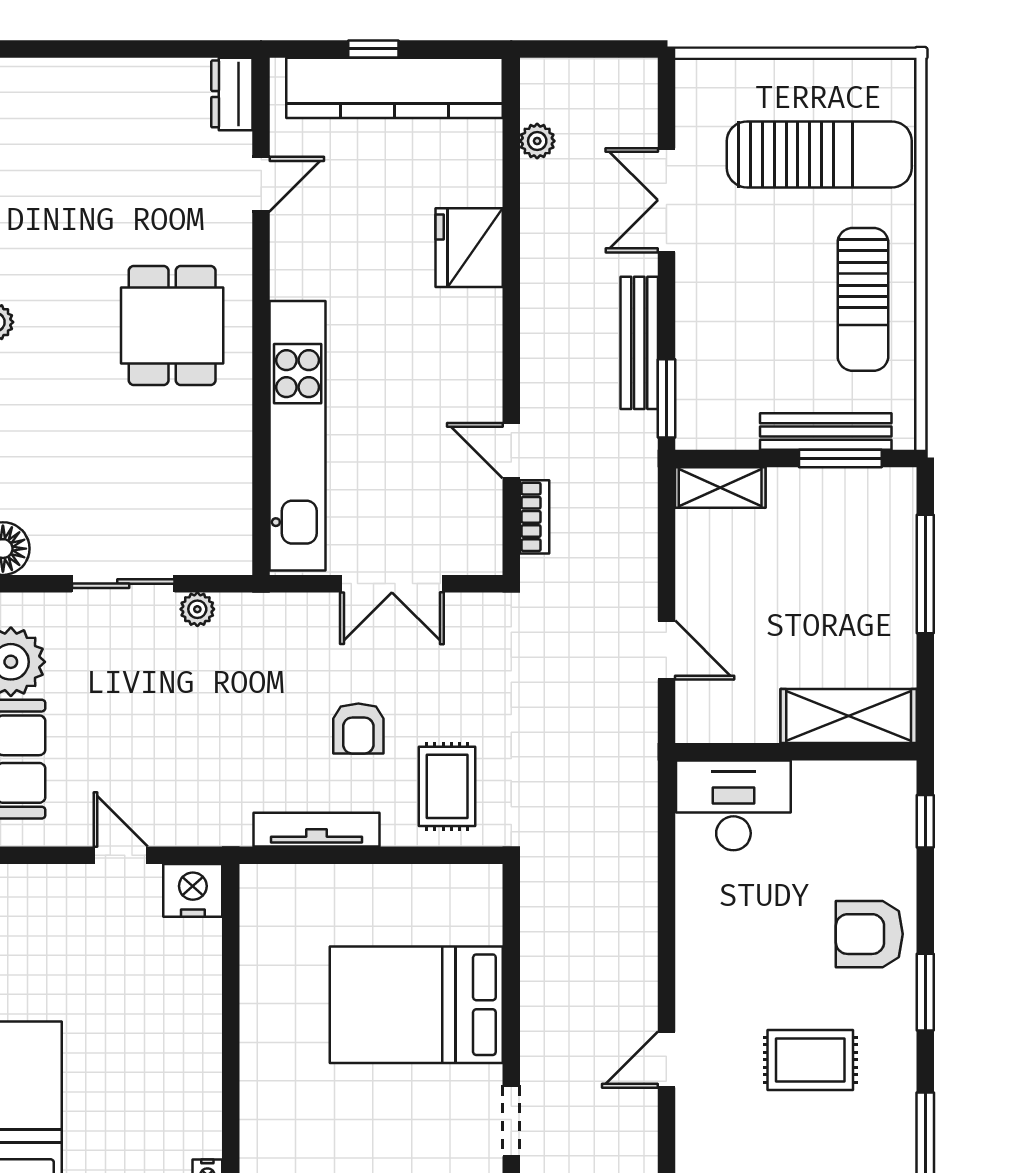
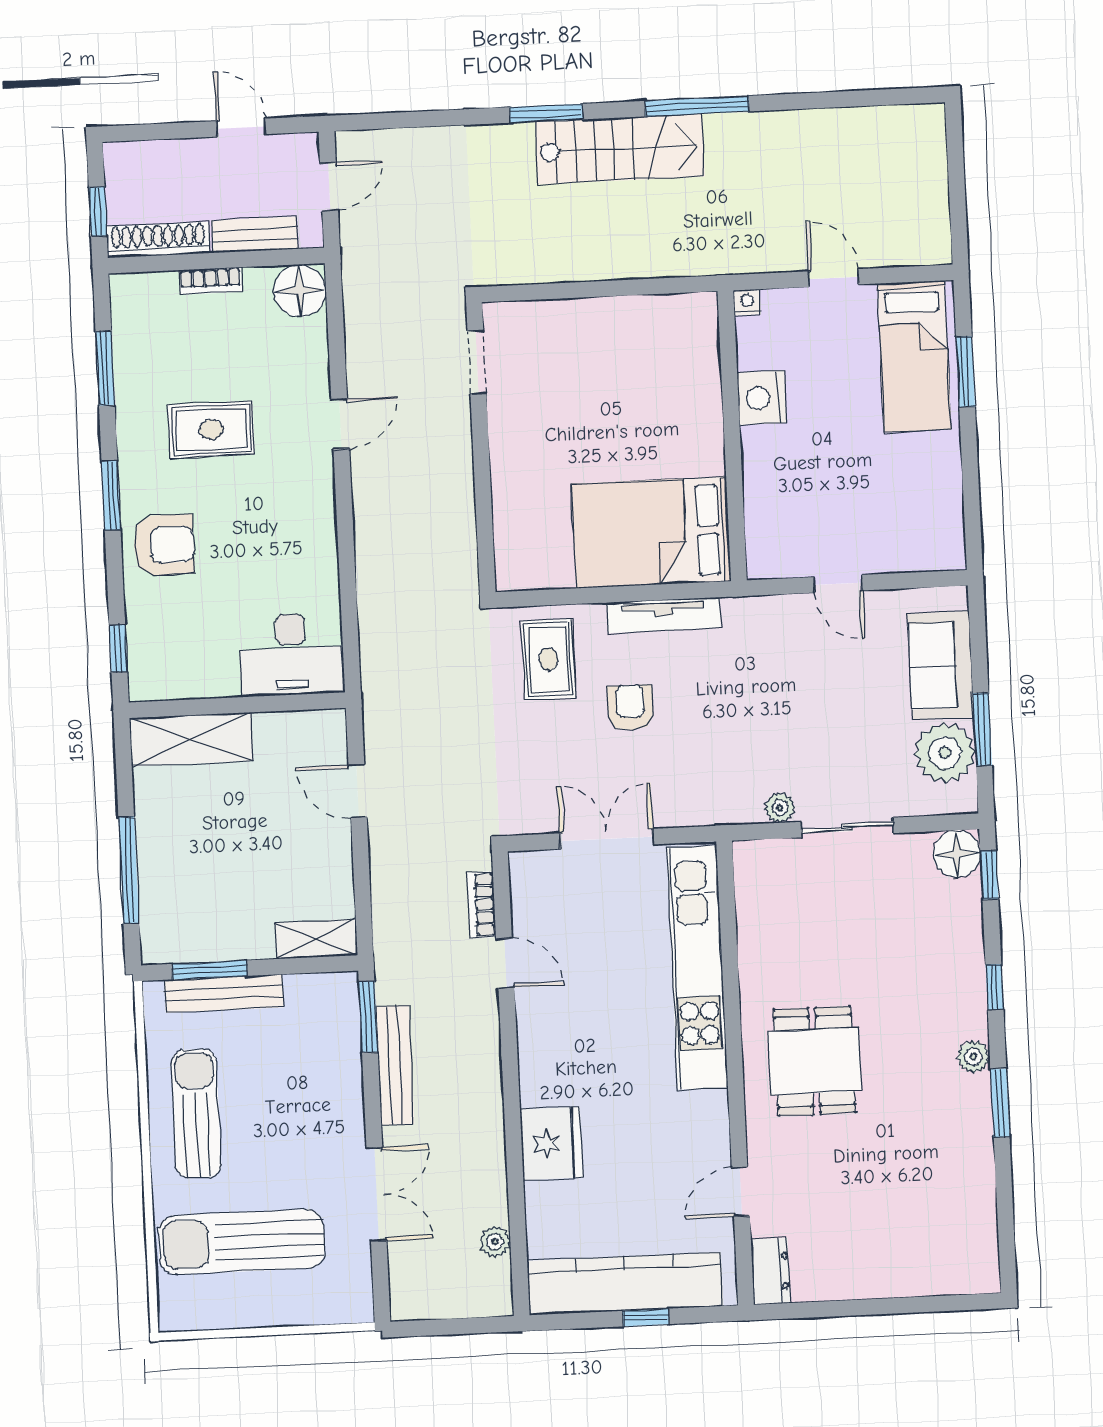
nightstand: (193, 890) -> (762, 398), moved, turned 90
bed: (416, 1005) -> (651, 533), moved, turned 180

